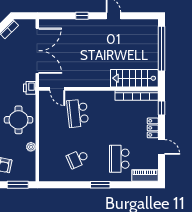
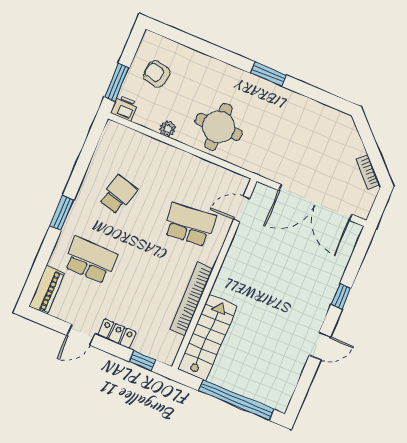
printer: (30, 88) -> (124, 108), moved
bookcase: (137, 95) -> (192, 299), moved
school desk: (78, 159) -> (118, 195), turned 39

